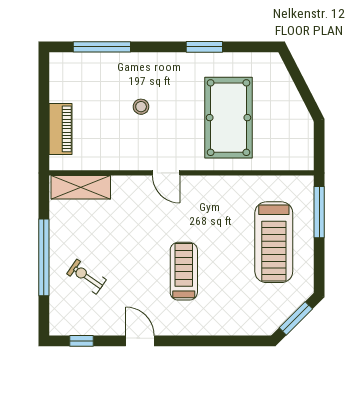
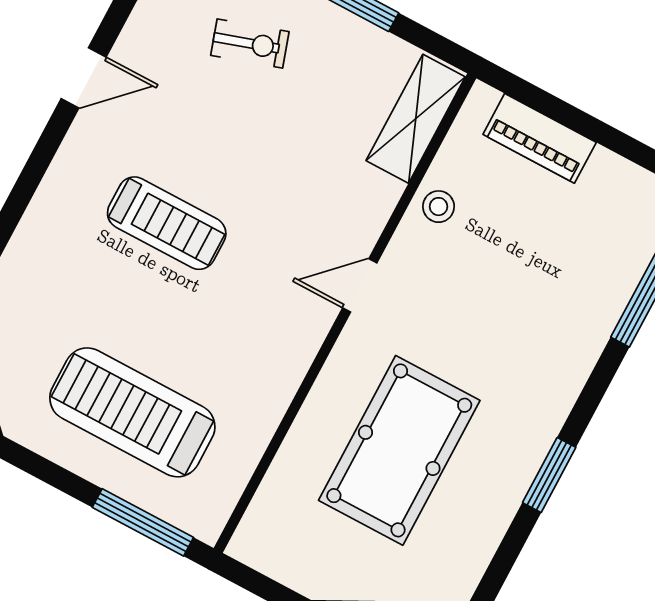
stool: (141, 107) -> (439, 207), moved
pool table: (228, 118) -> (399, 450), turned 90
exercise bike: (87, 277) -> (250, 43), turned 37

